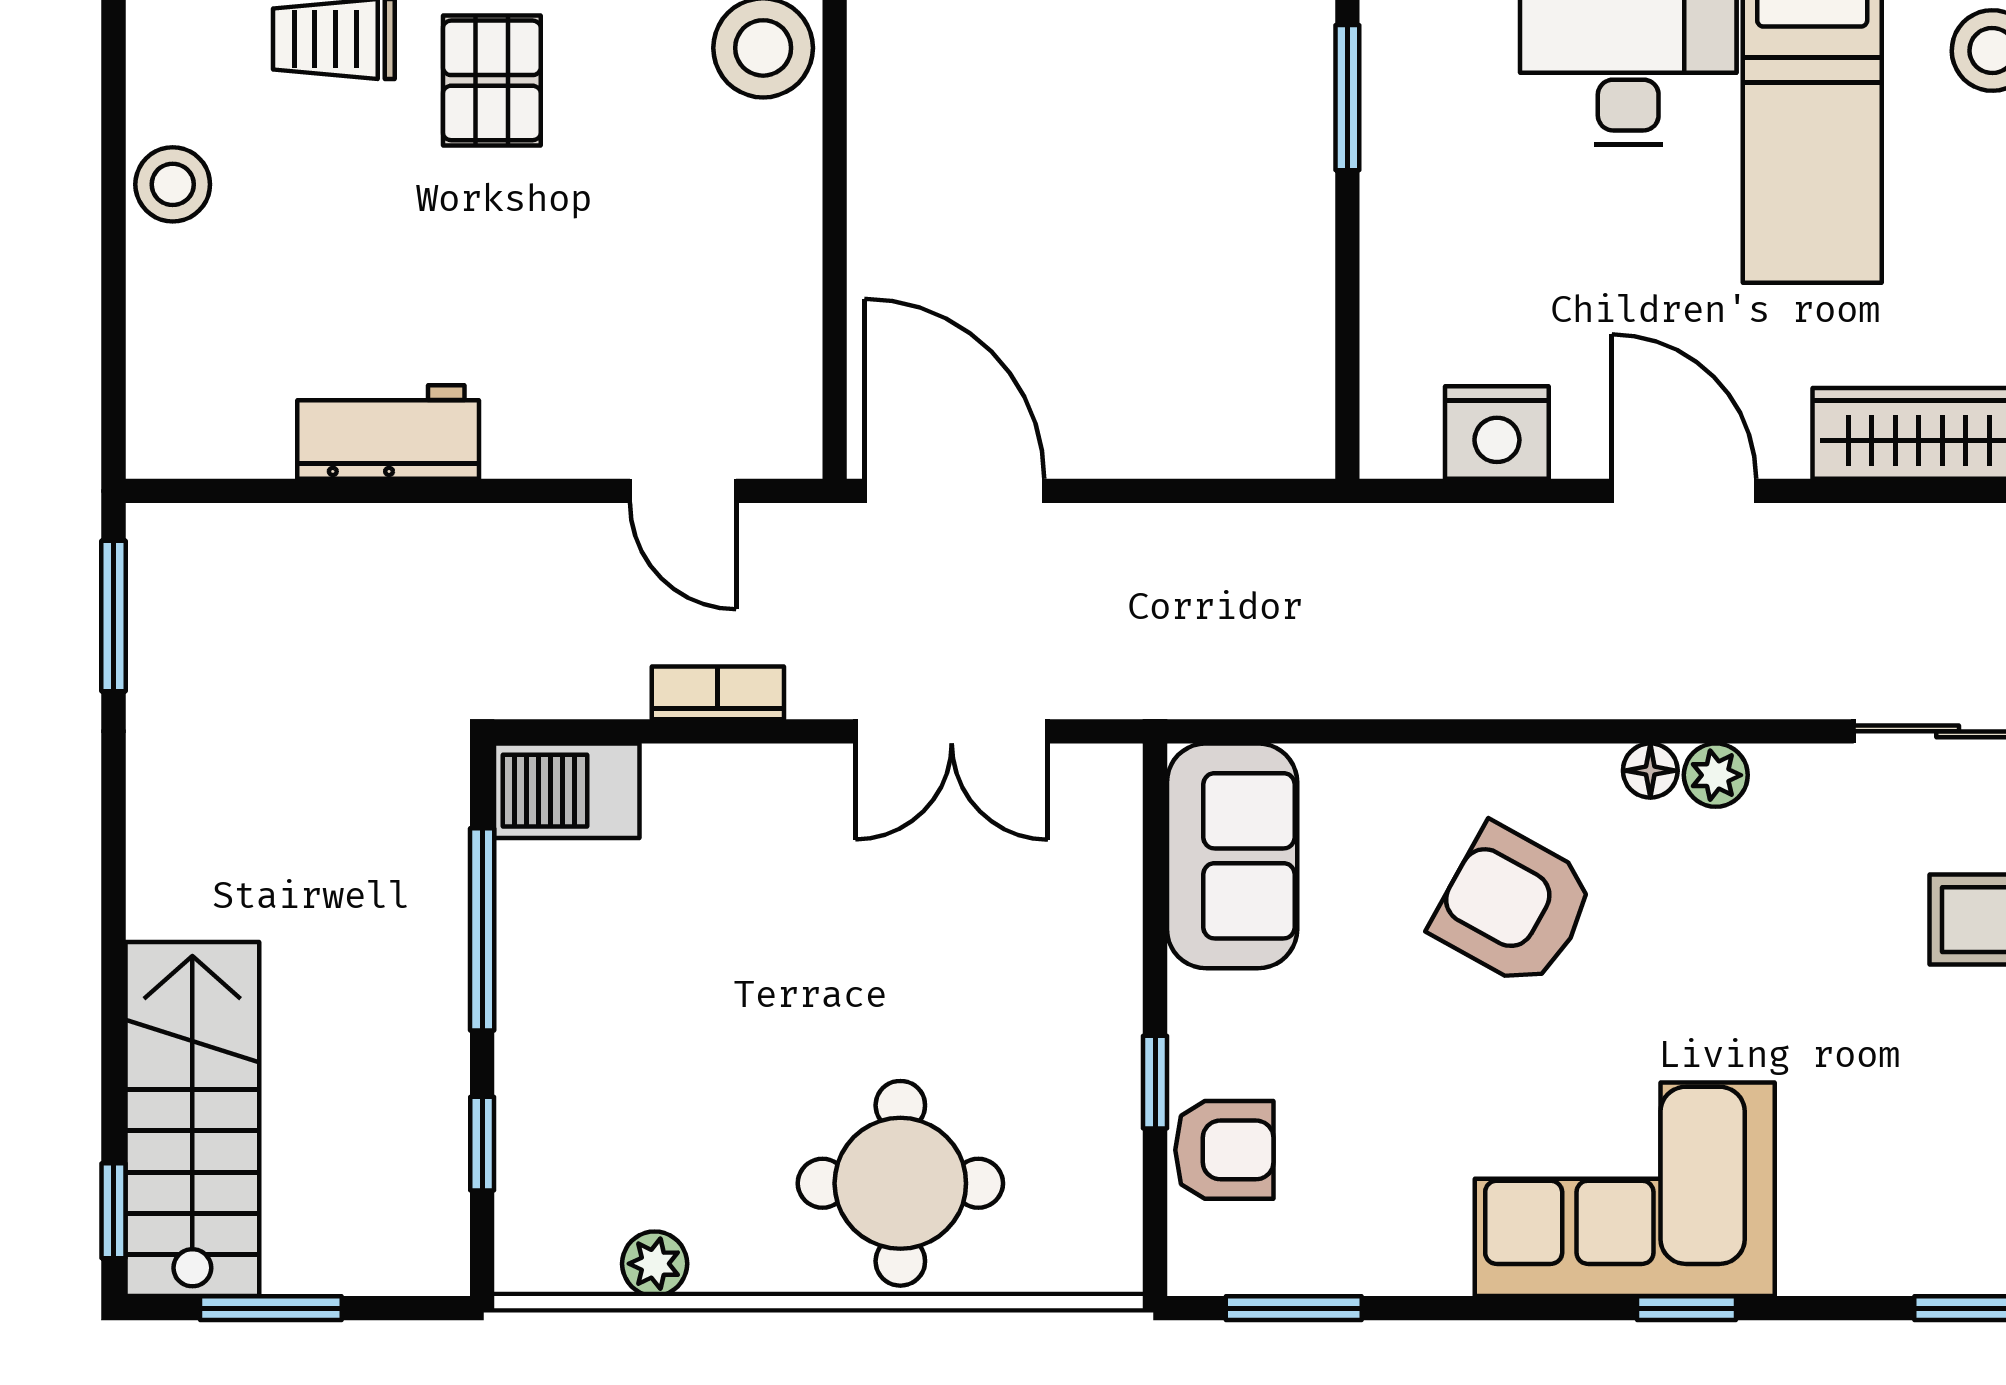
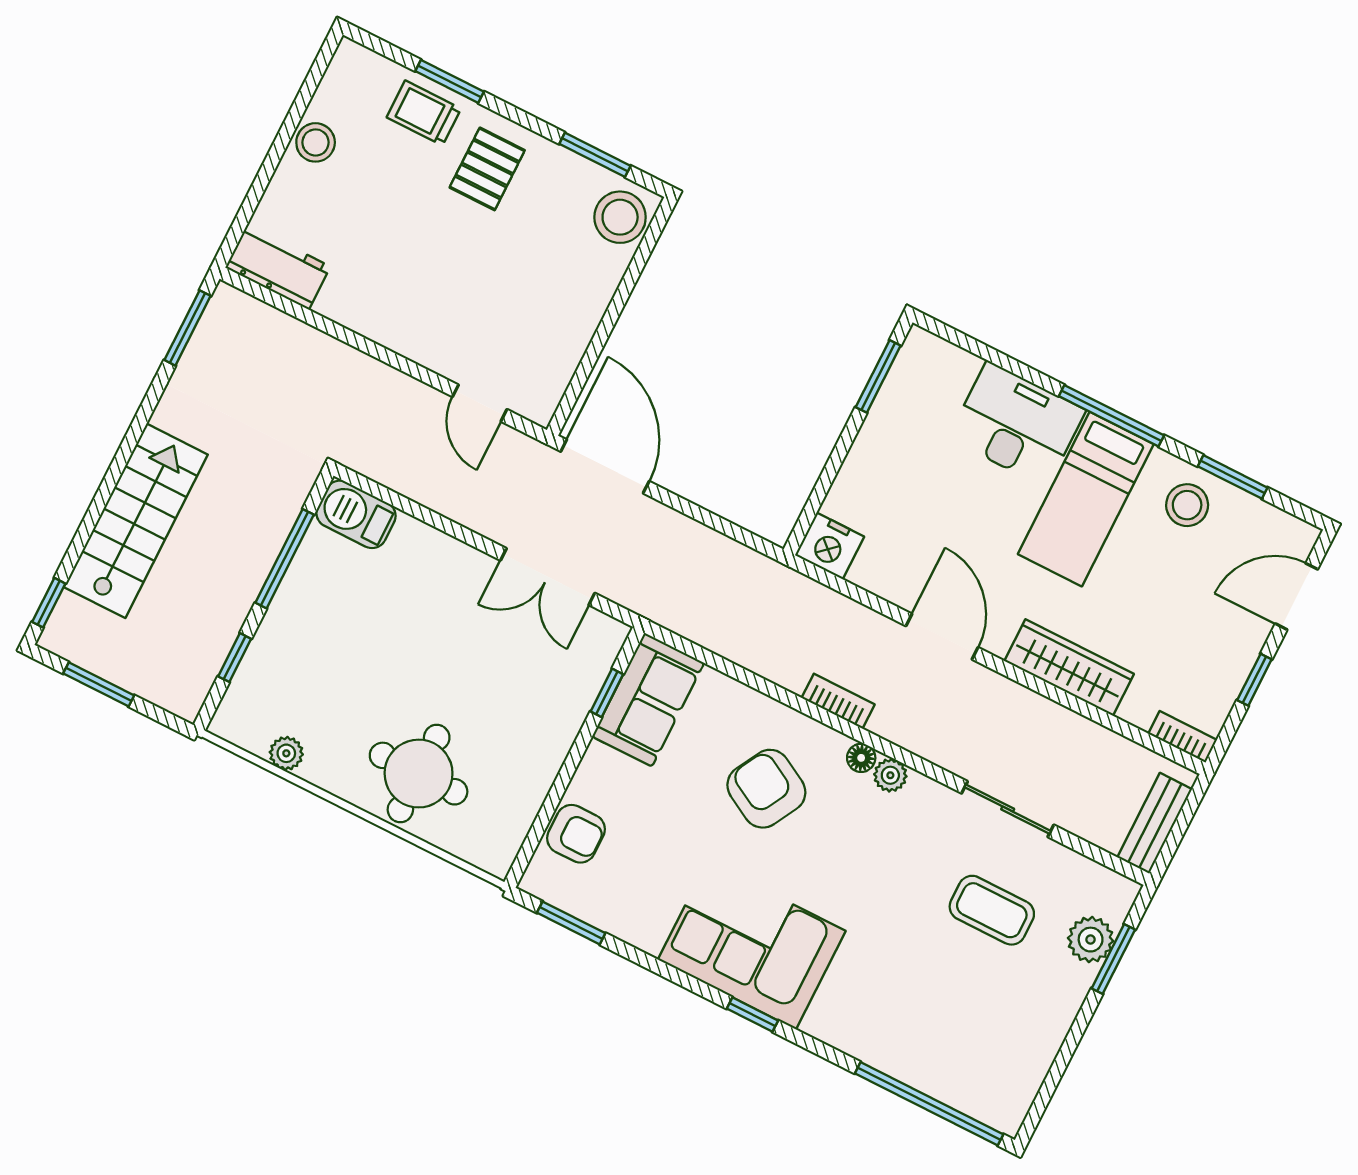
workbench: (388, 432) -> (278, 267), moved
nightstand: (1497, 432) -> (830, 546), moved
bookcase: (718, 693) -> (838, 701), moved
window: (1155, 1082) -> (607, 693), moved
stairs: (192, 1119) -> (136, 521), moved

